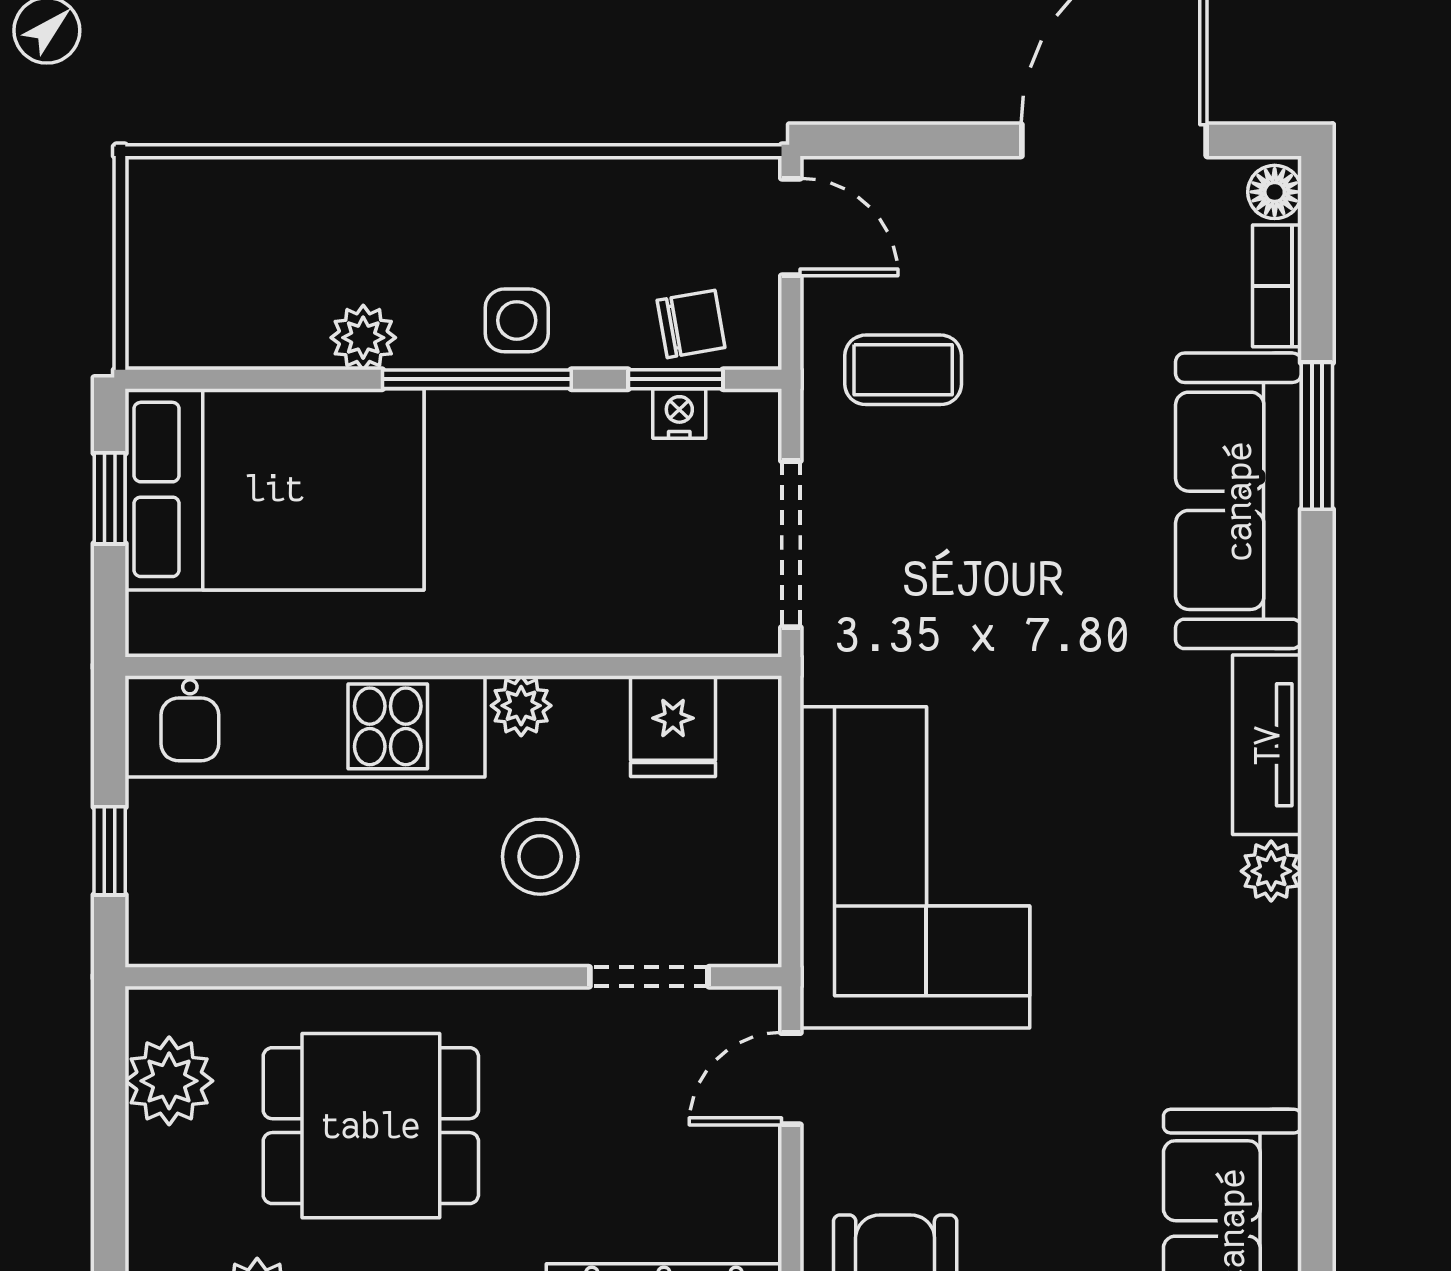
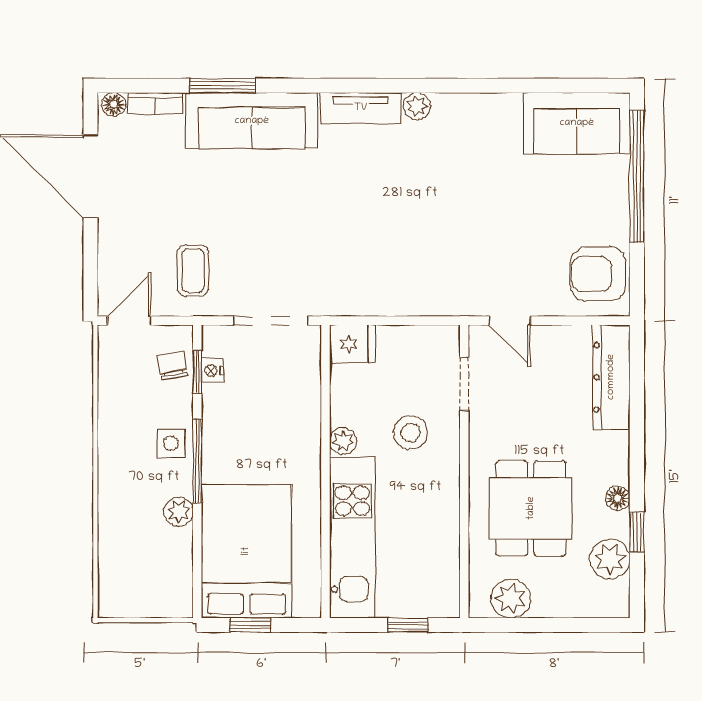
fridge: (673, 726) -> (352, 344), moved
corner sofa: (915, 867) -> (415, 265), removed

